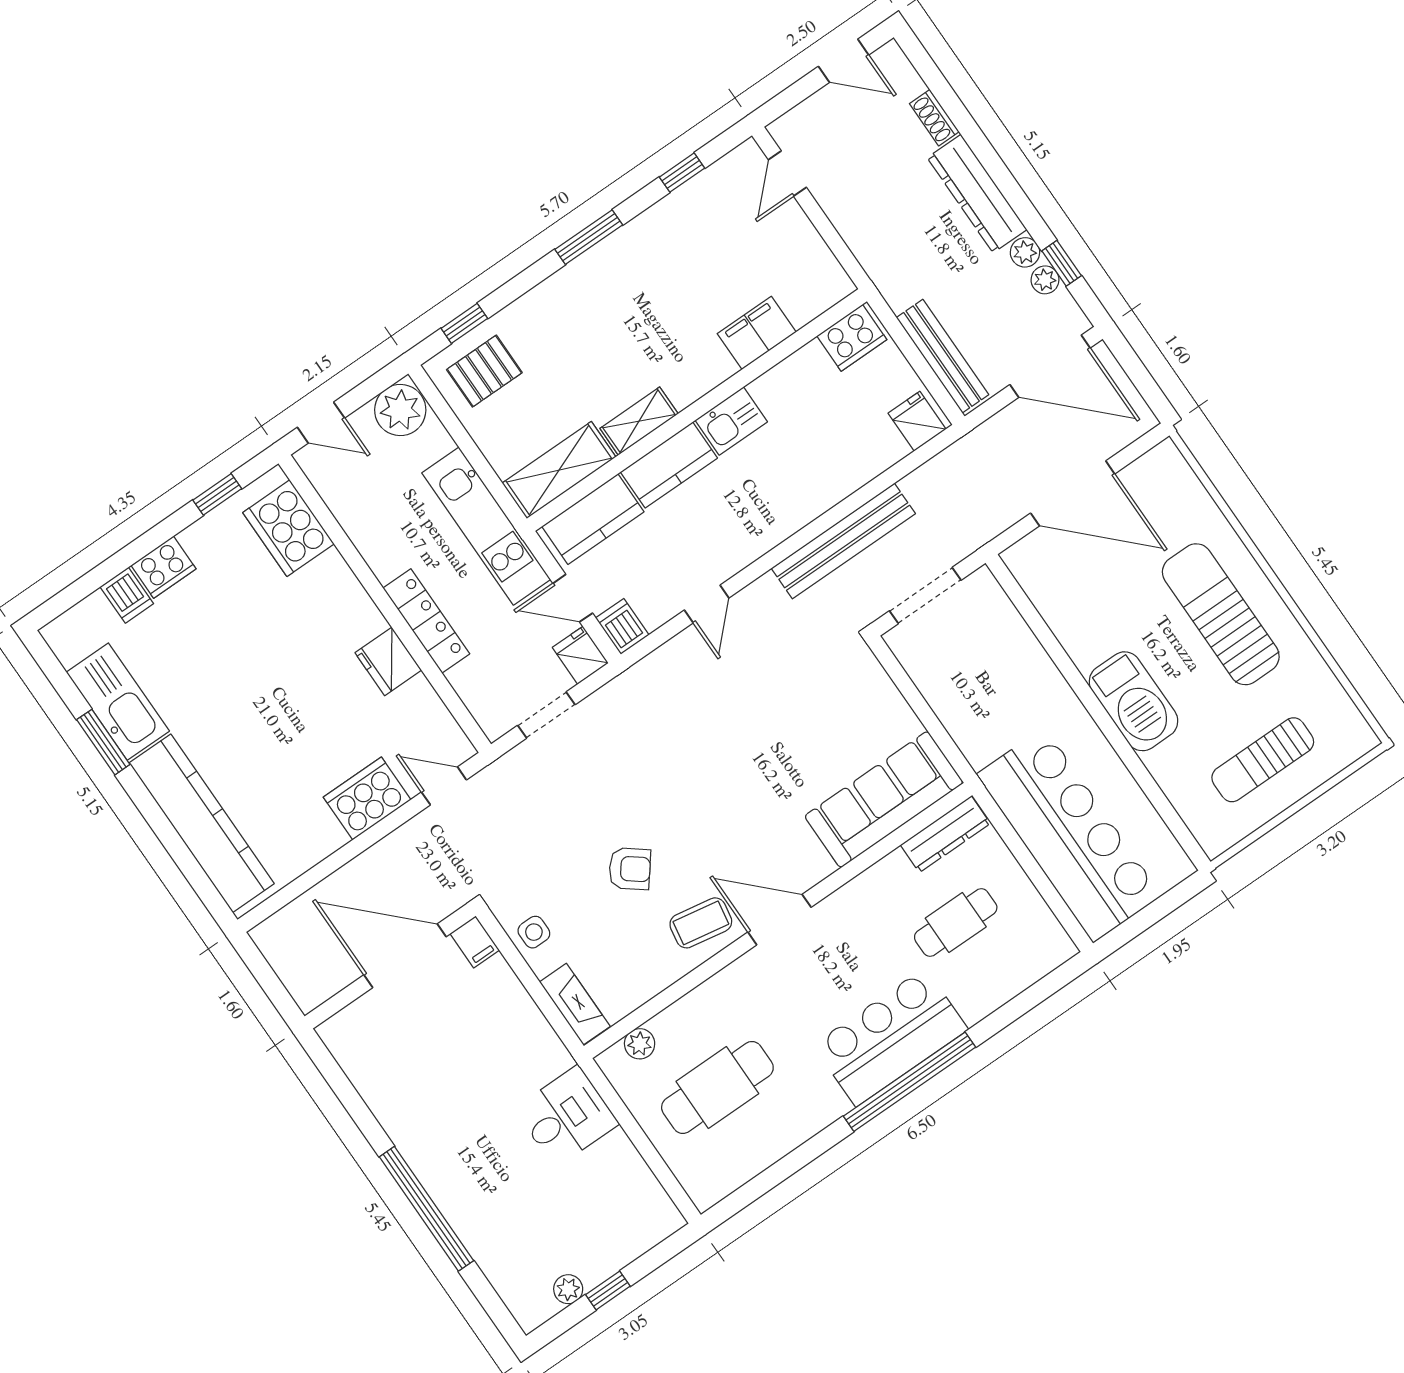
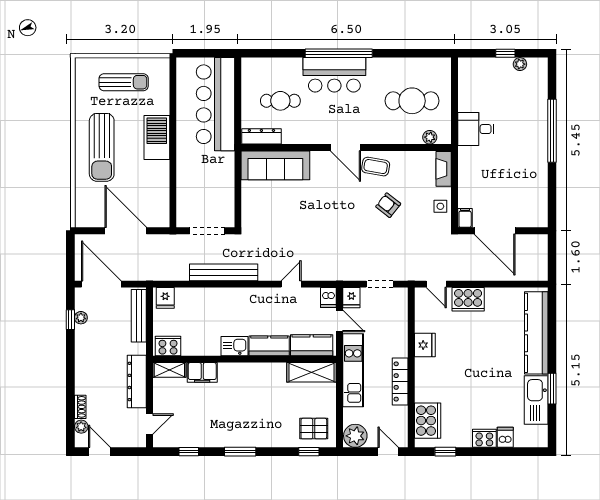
dresser: (977, 194) -> (137, 381), moved, turned 180
plant: (1025, 252) -> (81, 427), moved
shelving: (639, 421) -> (169, 370), moved
locker: (426, 621) -> (400, 381), moved

